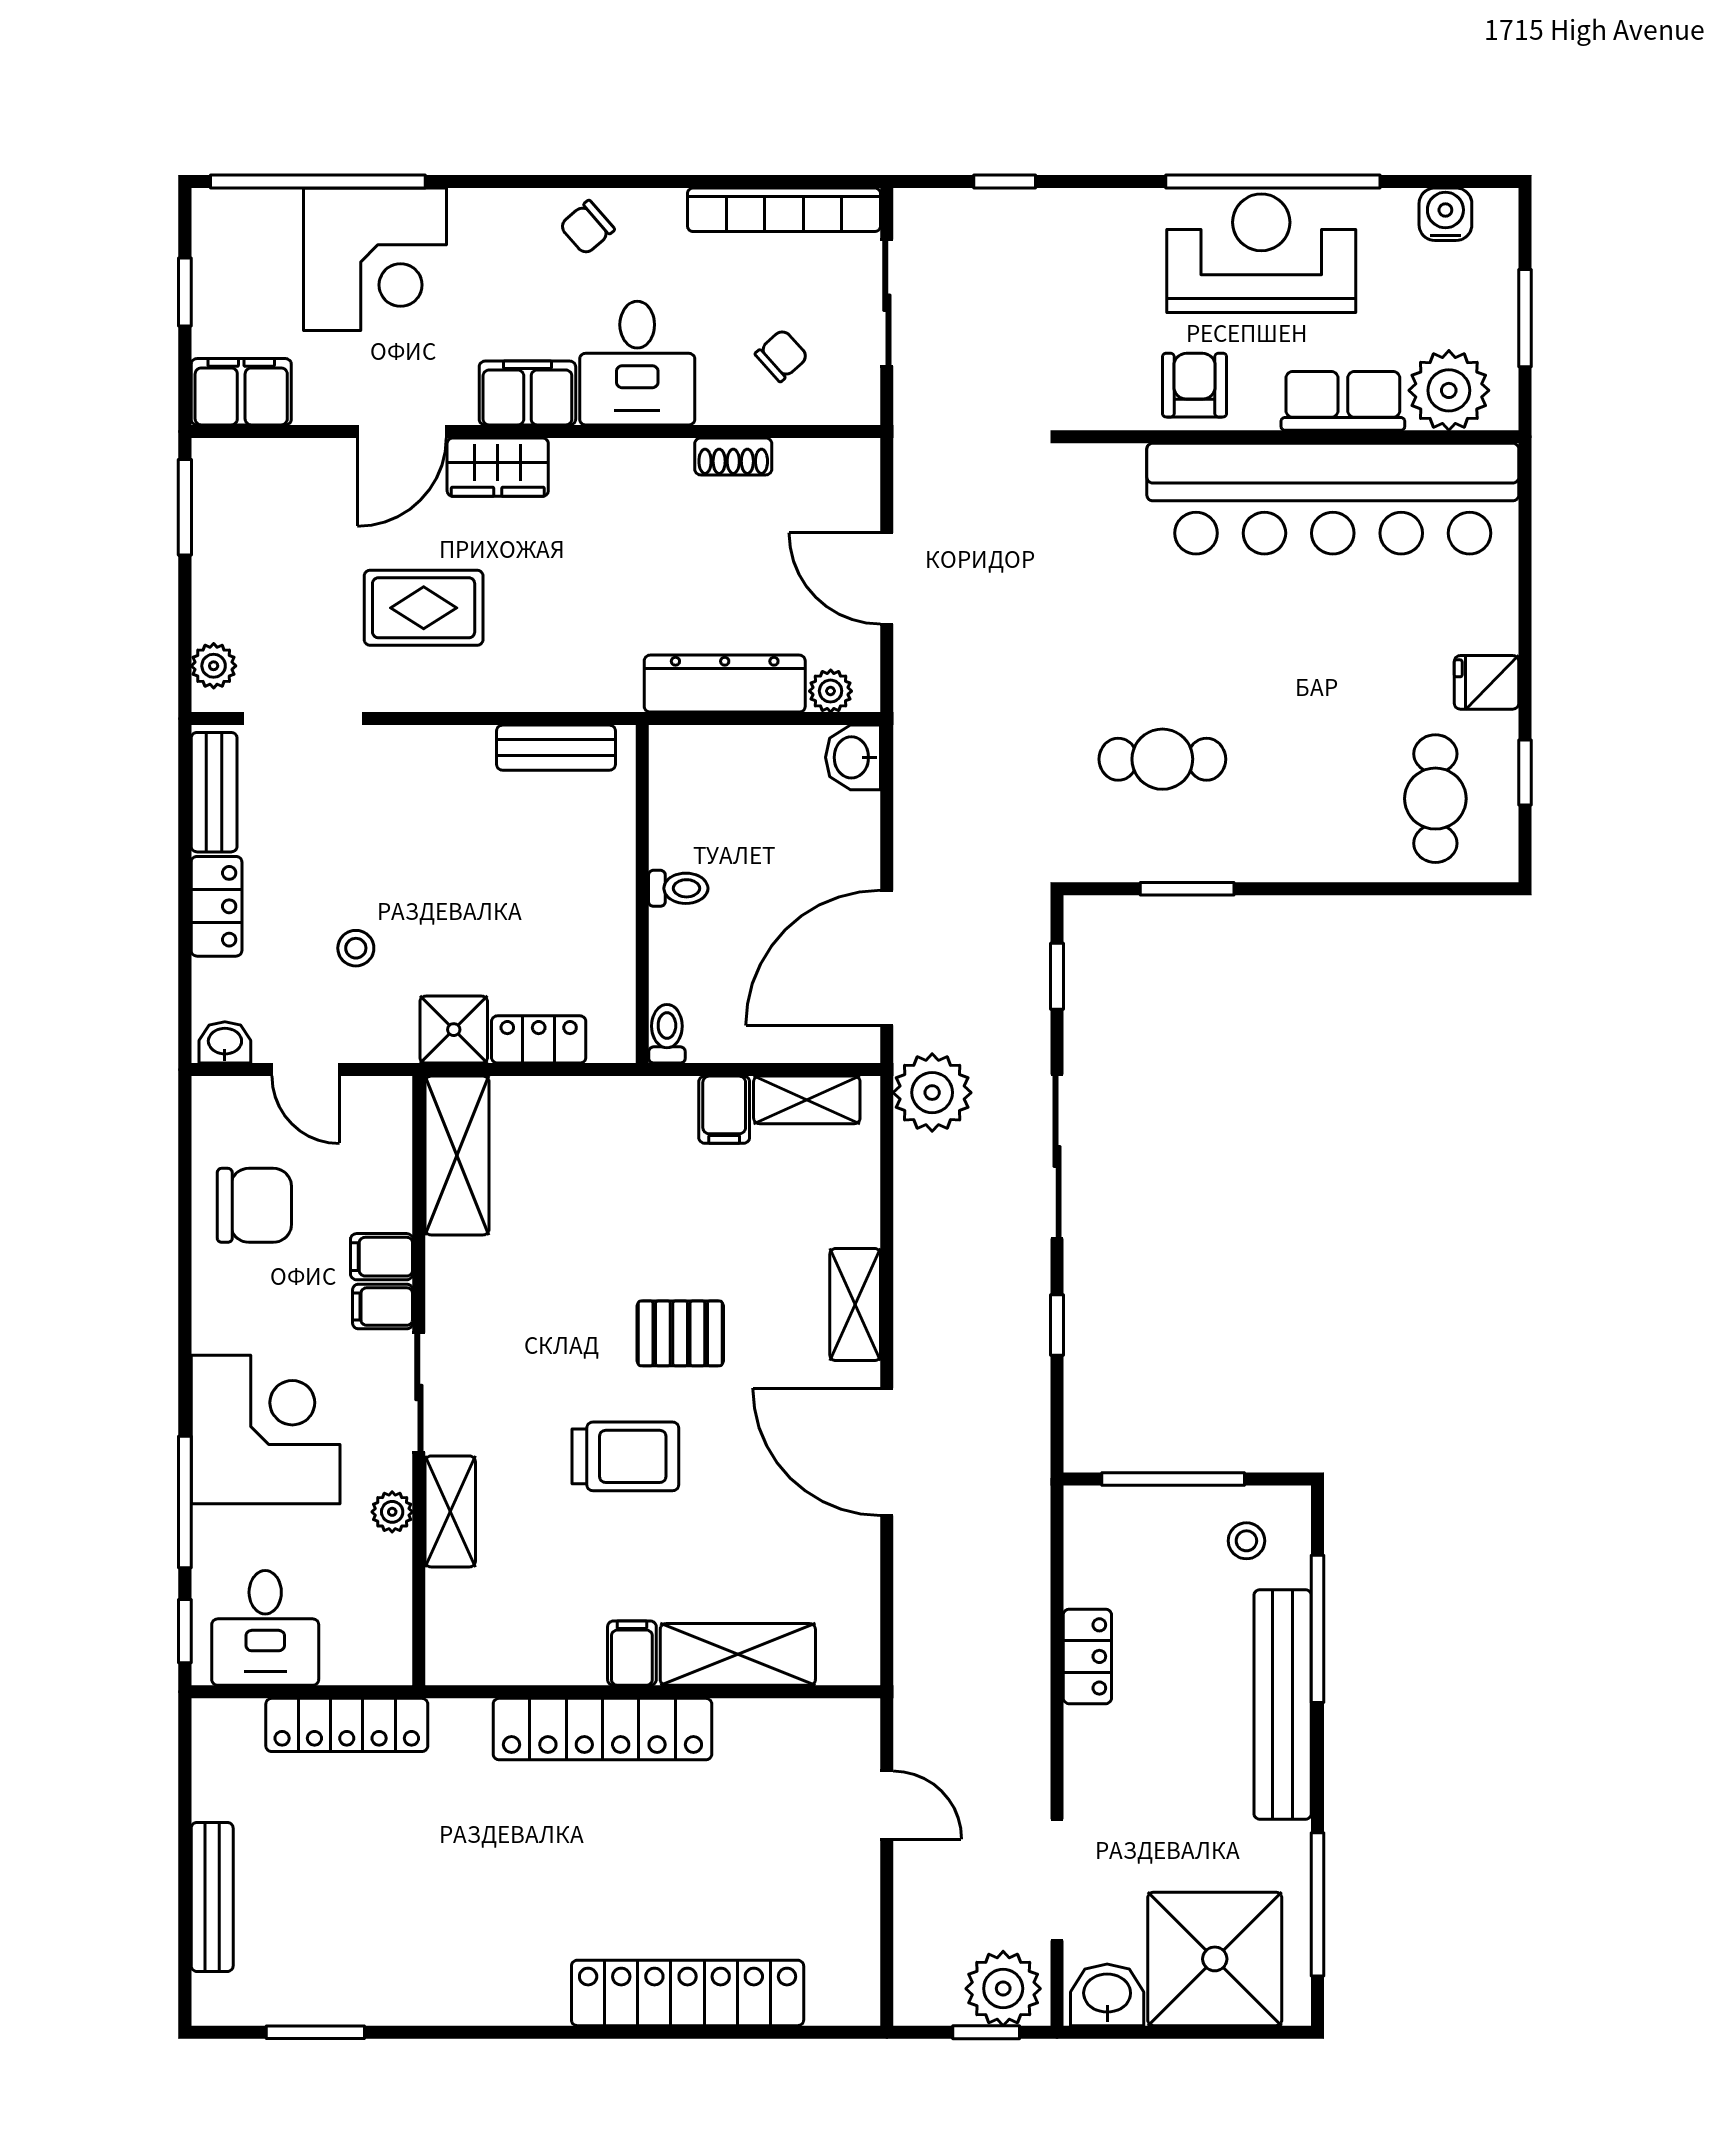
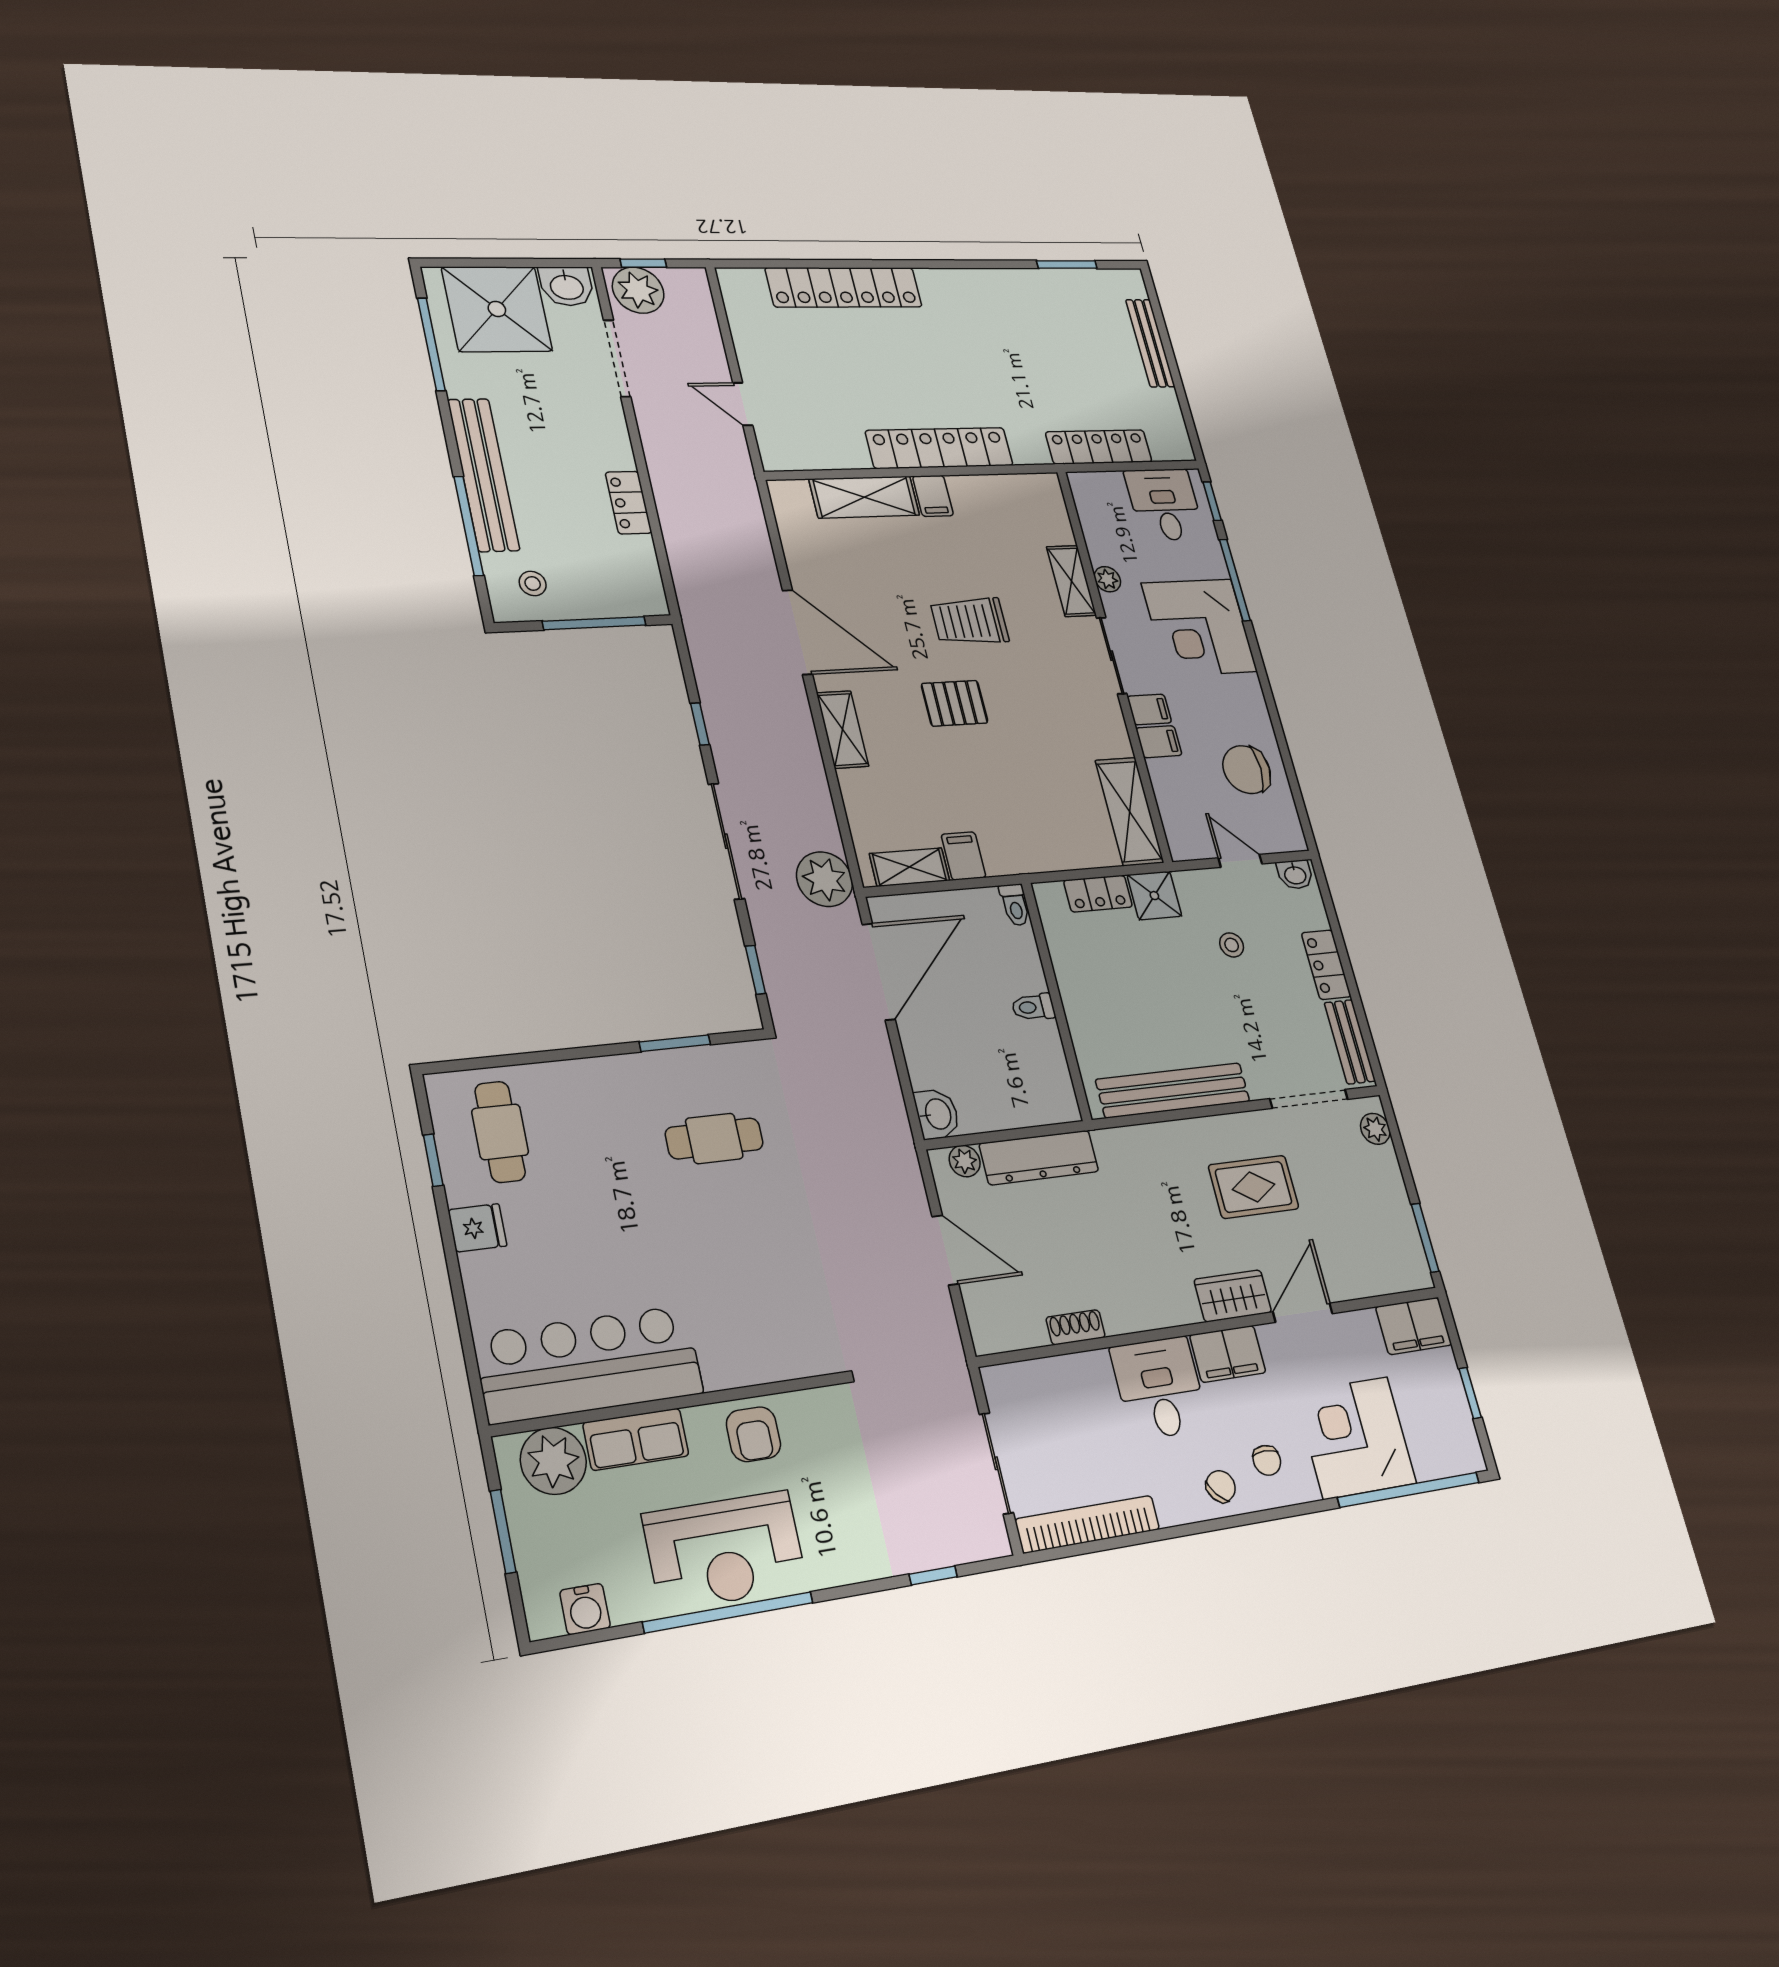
chair: (782, 355) -> (1267, 1460), moved, turned -48
bar counter: (1333, 499) -> (589, 1364), width x0.73
bench: (556, 748) -> (1173, 1090), width x1.86, depth x1.21

